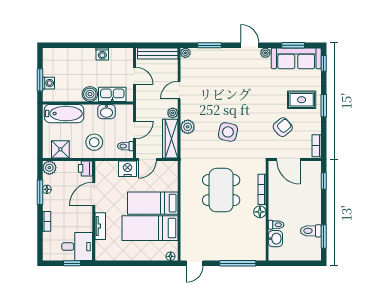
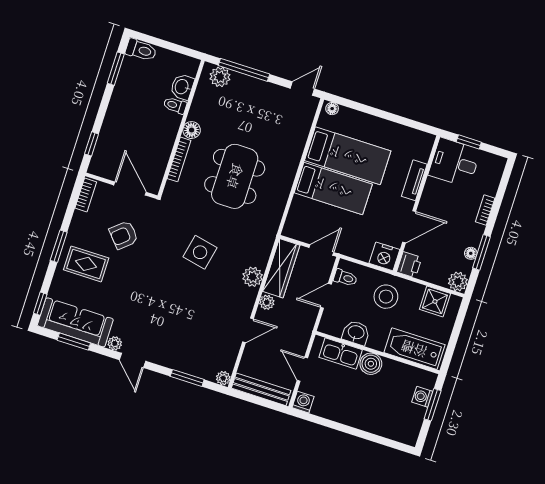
washing machine: (102, 54) -> (303, 402), moved
nightstand: (128, 169) -> (384, 256), moved
toilet: (311, 231) -> (141, 50), moved
plant: (252, 253) -> (220, 77), added

